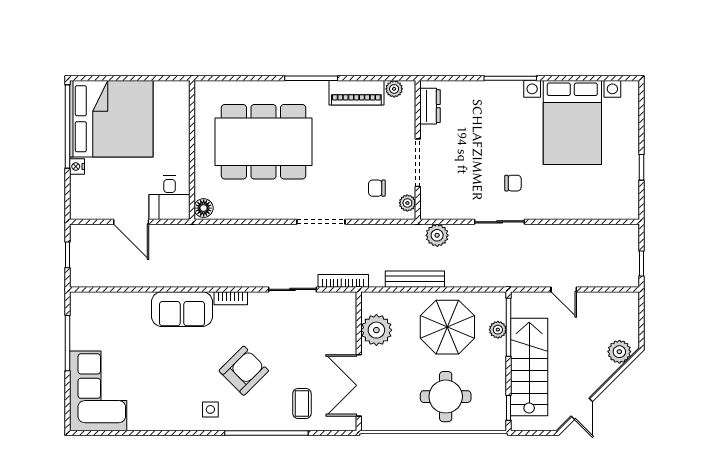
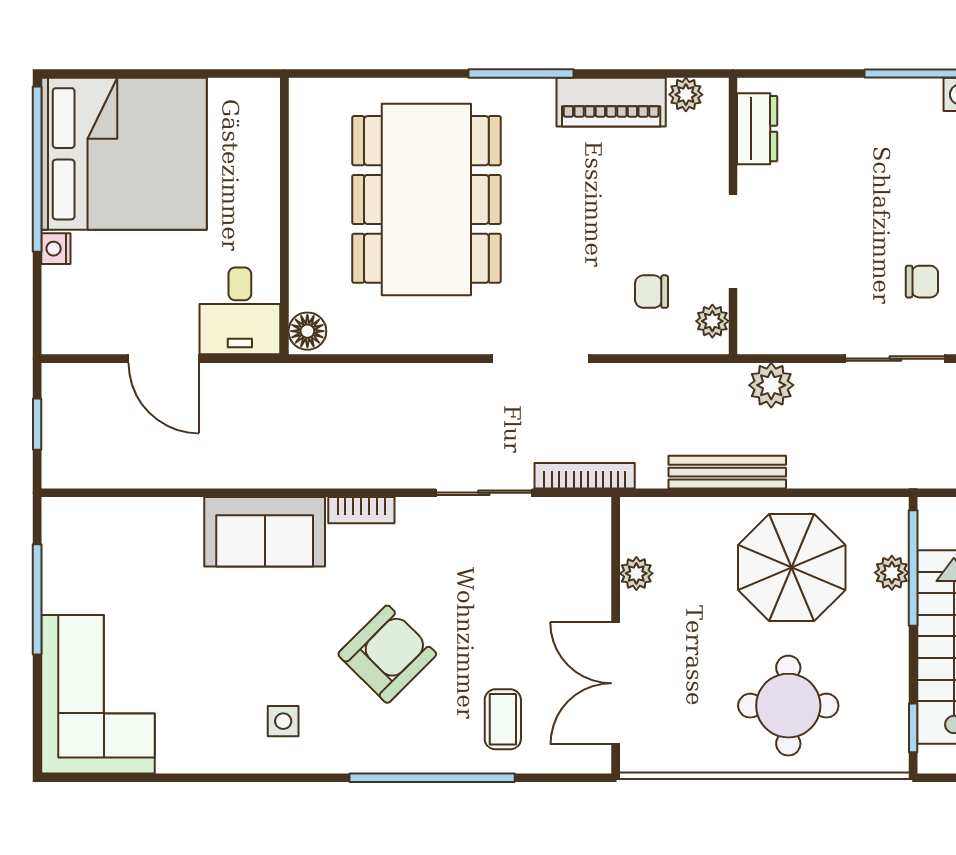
dining table: (264, 142) -> (426, 199), turned 90
plant: (376, 330) -> (636, 573), width x0.53, depth x0.53
side table: (210, 409) -> (283, 721), moved

